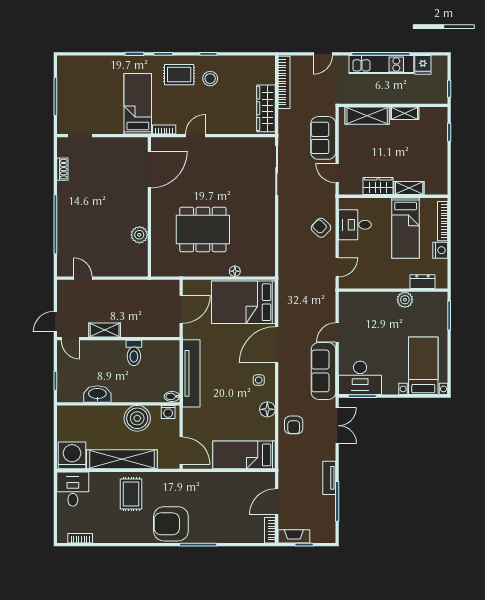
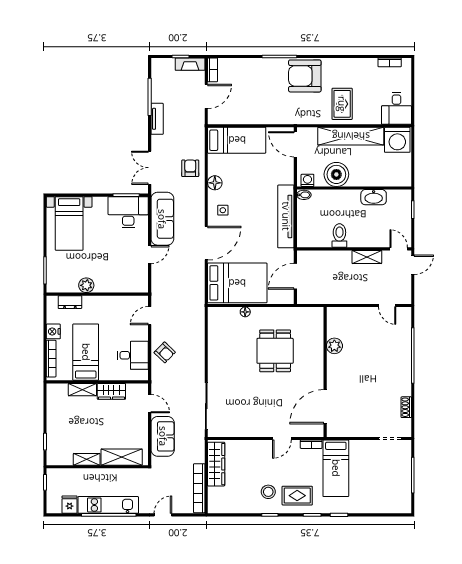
dining table: (203, 230) -> (275, 351), width x0.73
armchair: (171, 524) -> (305, 76), turned 180

